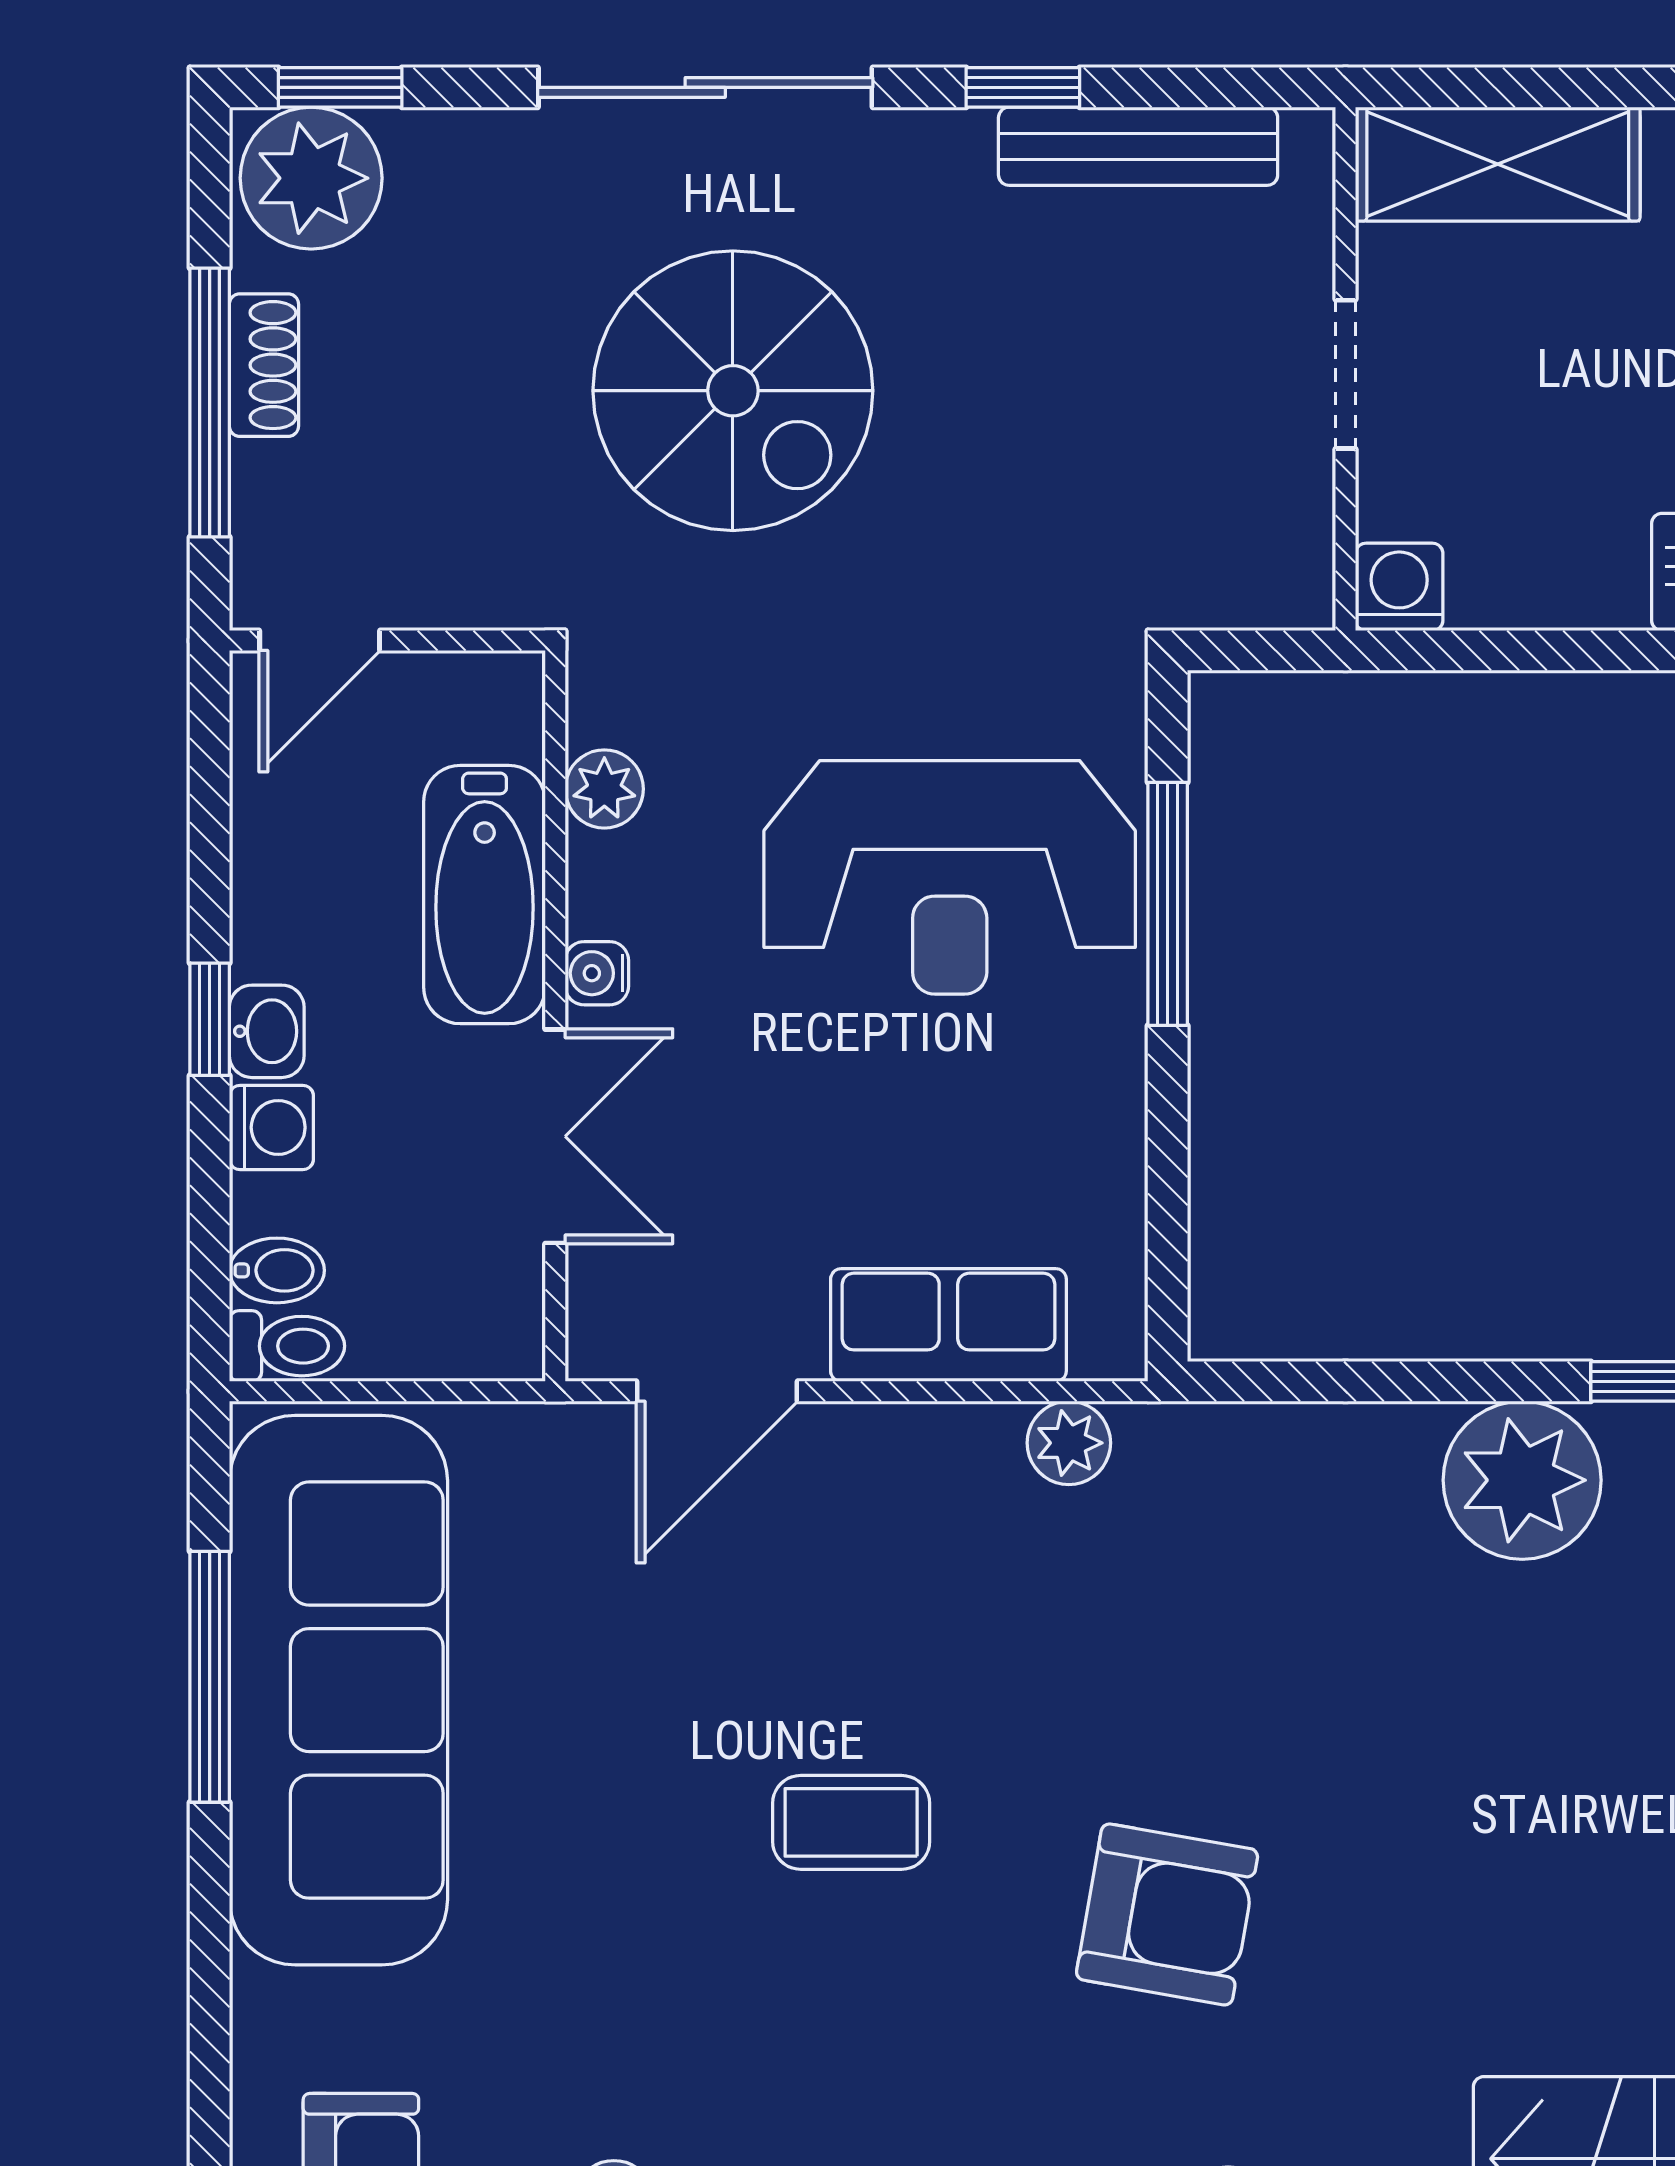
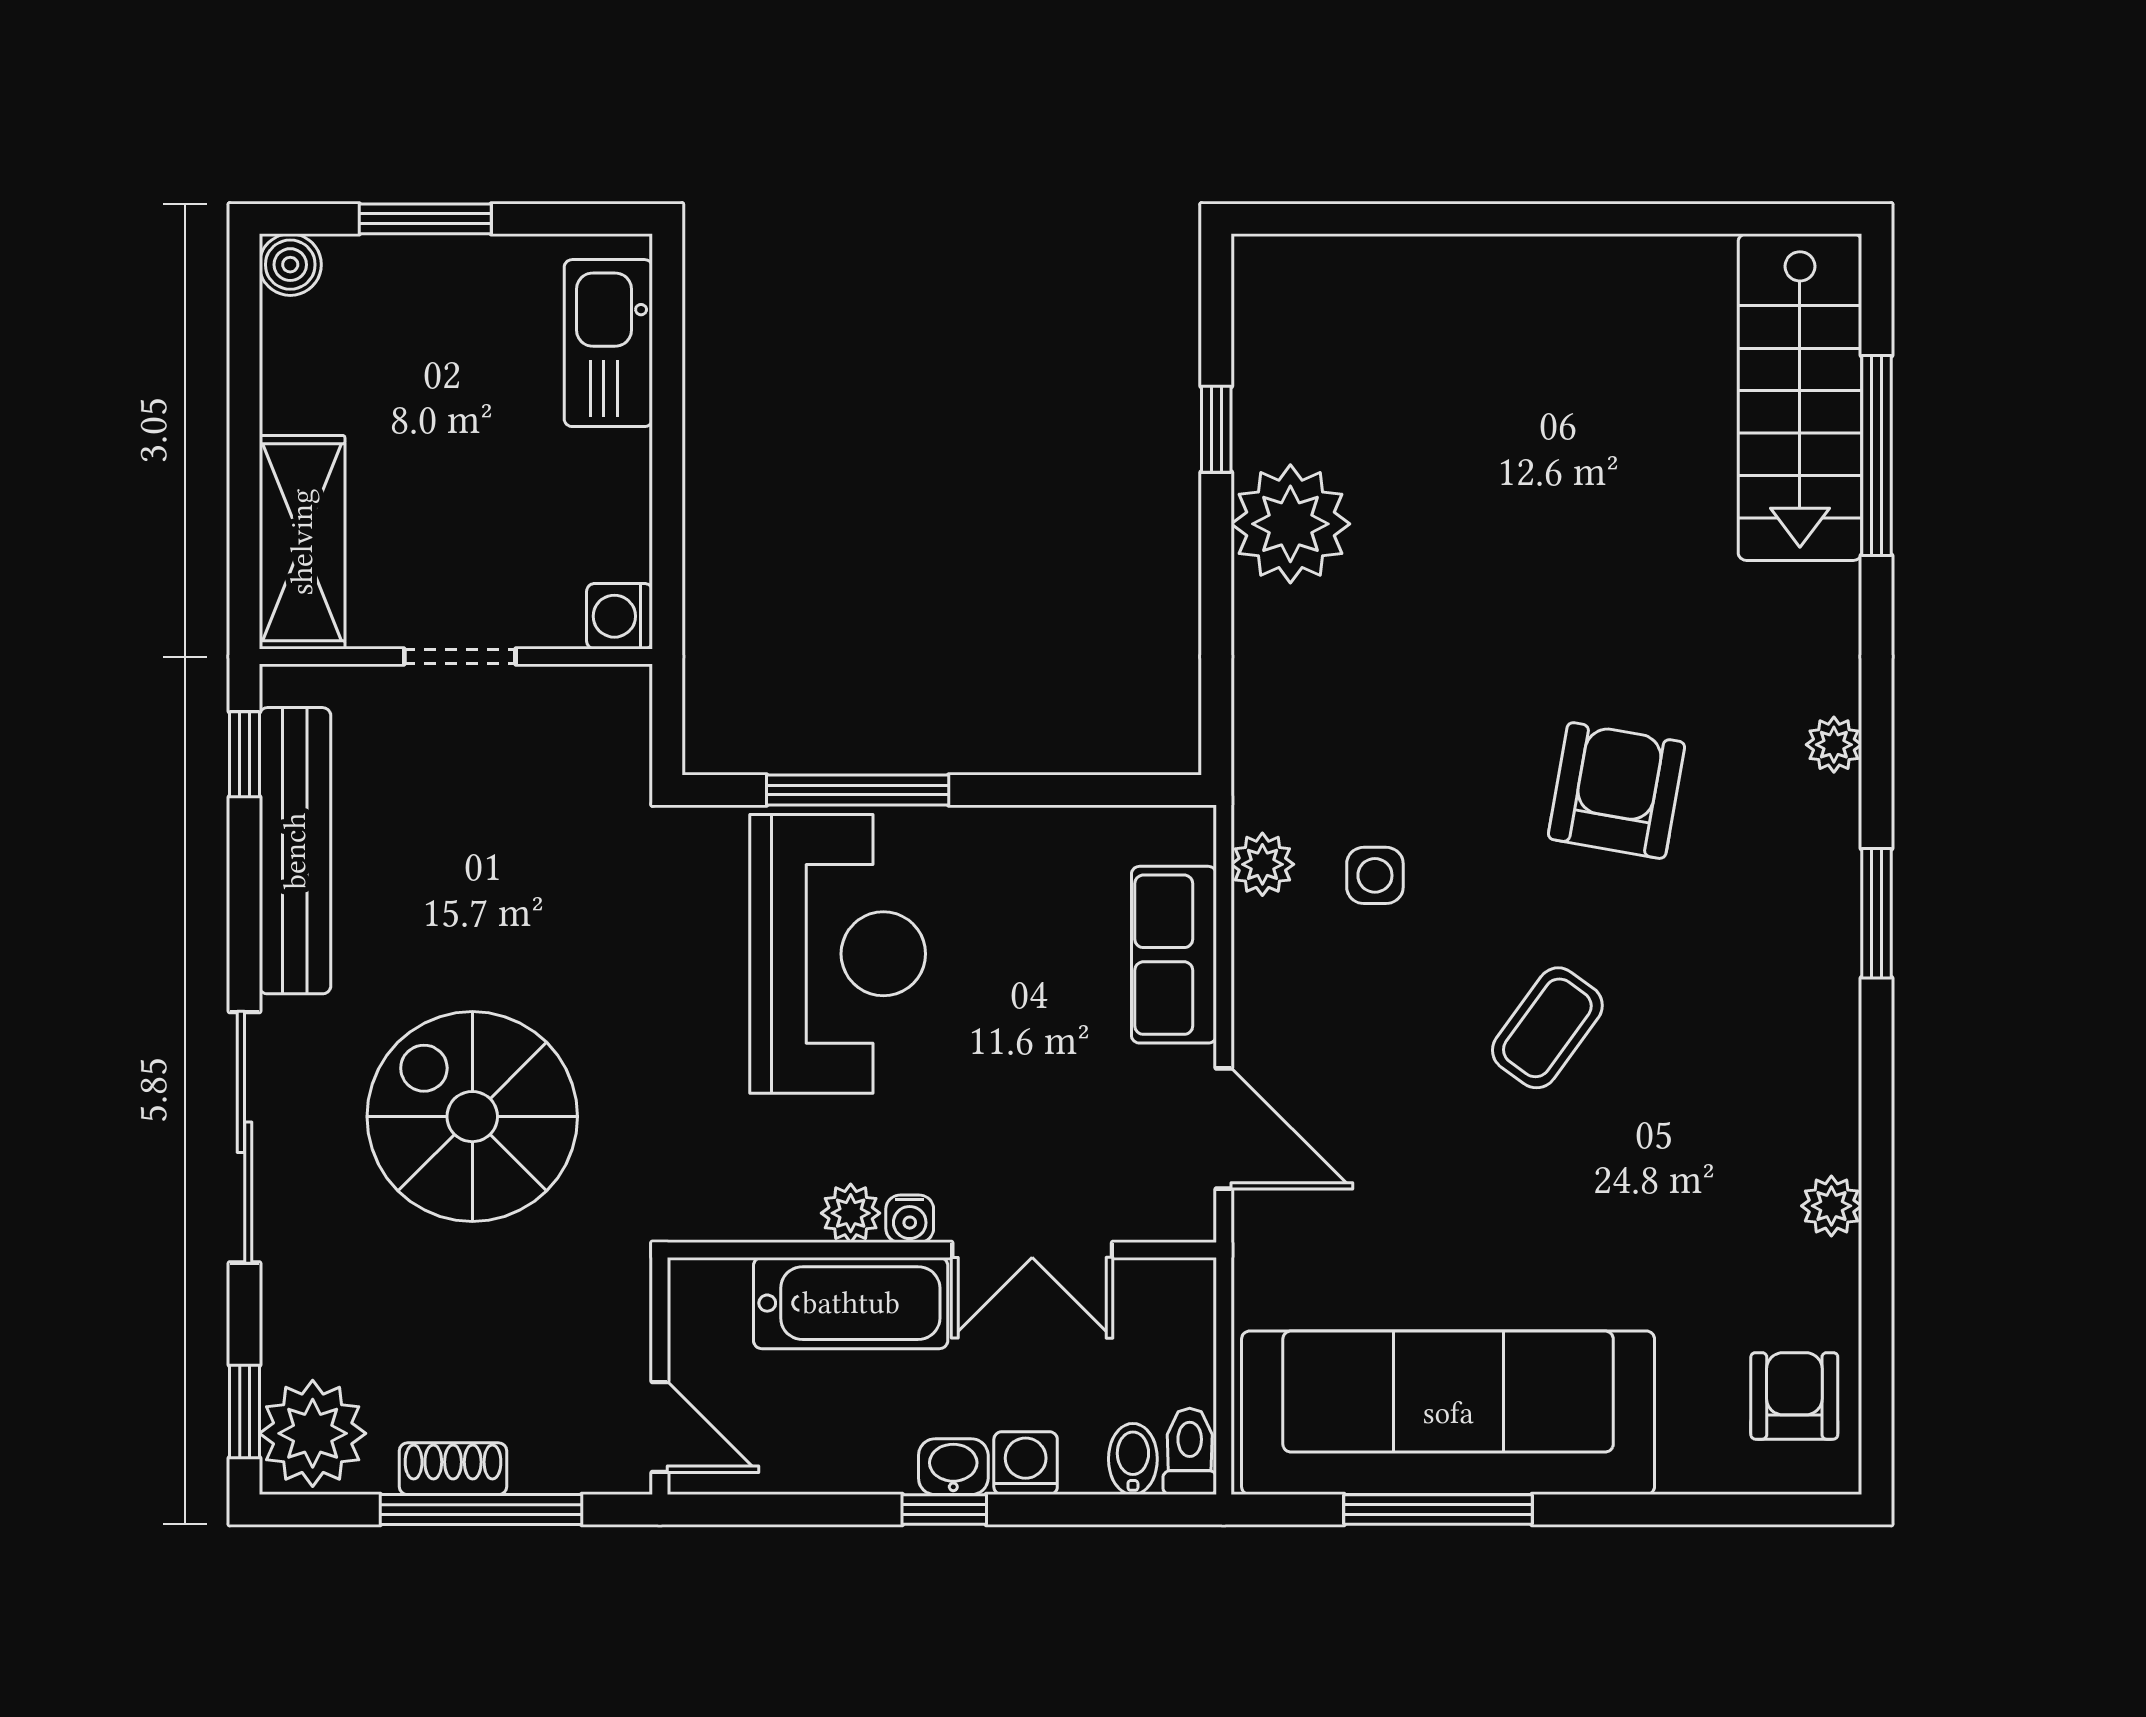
window: (1023, 87) -> (245, 754), moved
bench: (1138, 146) -> (295, 851), width x1.37, depth x1.21
spiral stairs: (733, 391) -> (472, 1117), turned -90
plant: (604, 789) -> (851, 1213), moved
double door: (555, 1136) -> (1032, 1250), swing flipped
side table: (1054, 1593) -> (1375, 875), added
coffee table: (851, 1822) -> (1547, 1028), turned 36

